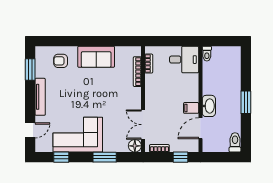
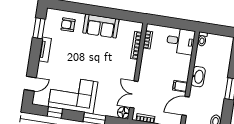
tv unit: (40, 97) -> (45, 50), width x0.71
washbasin: (209, 106) -> (198, 77), moved

